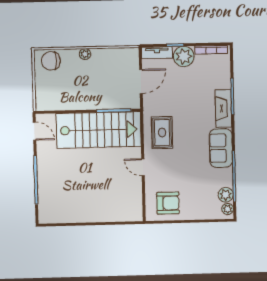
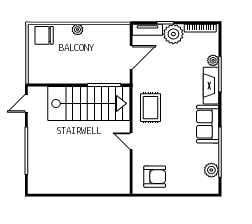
door: (34, 131) -> (26, 103), swing flipped
plant: (228, 209) -> (213, 60), moved

